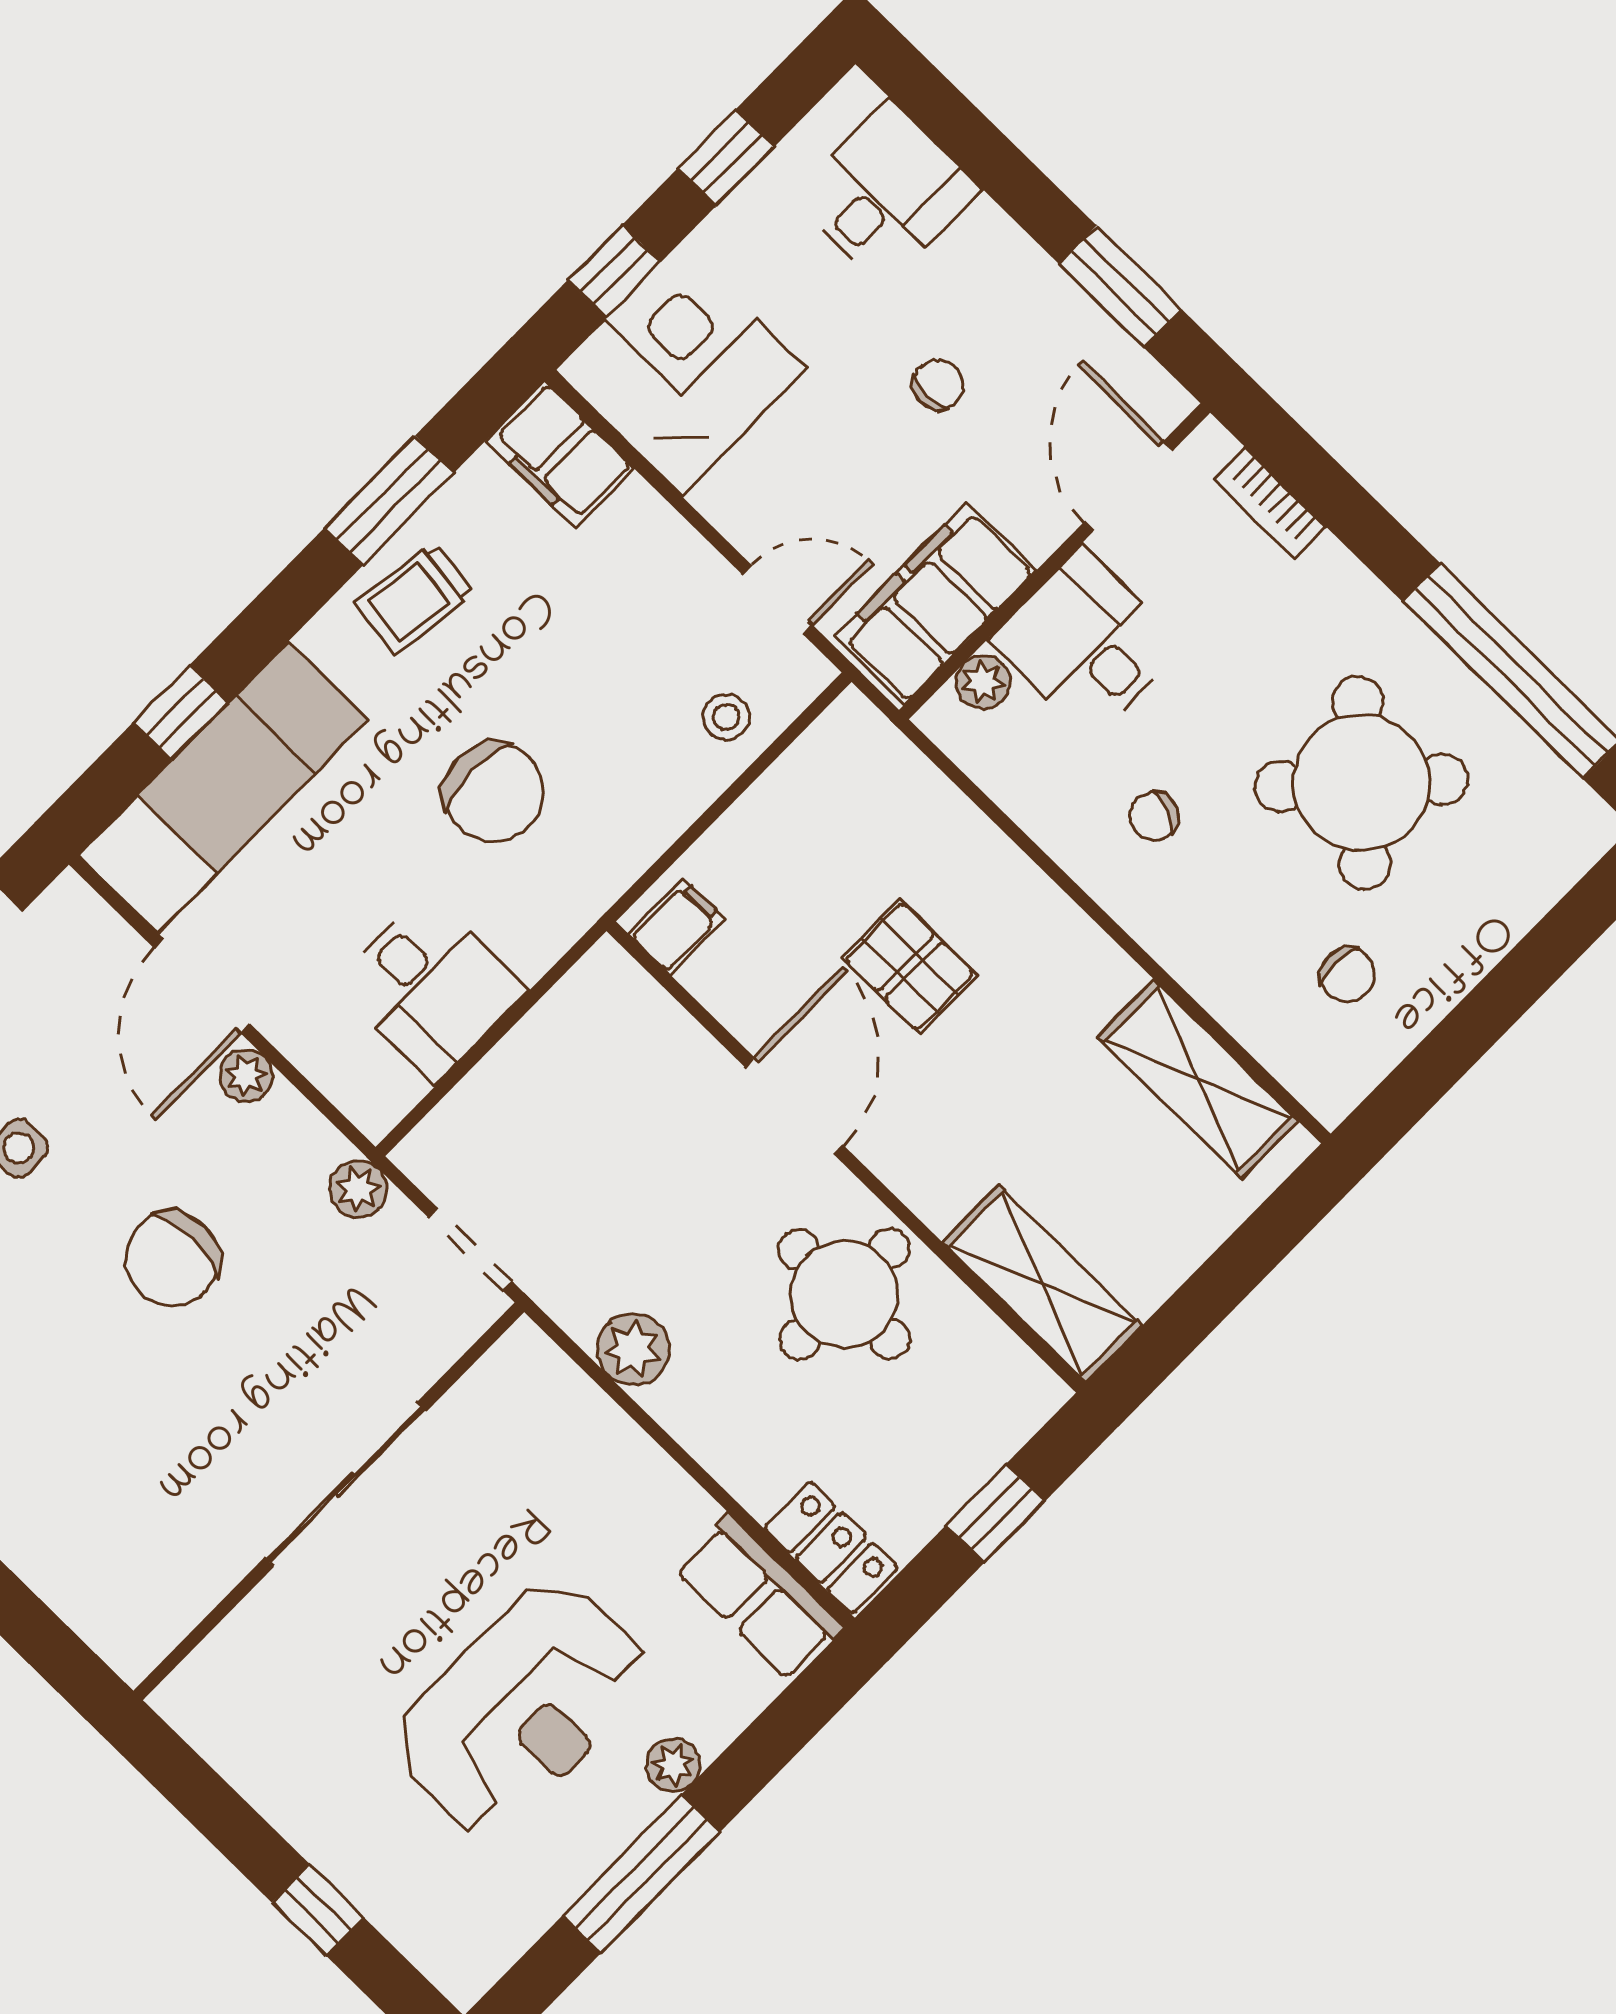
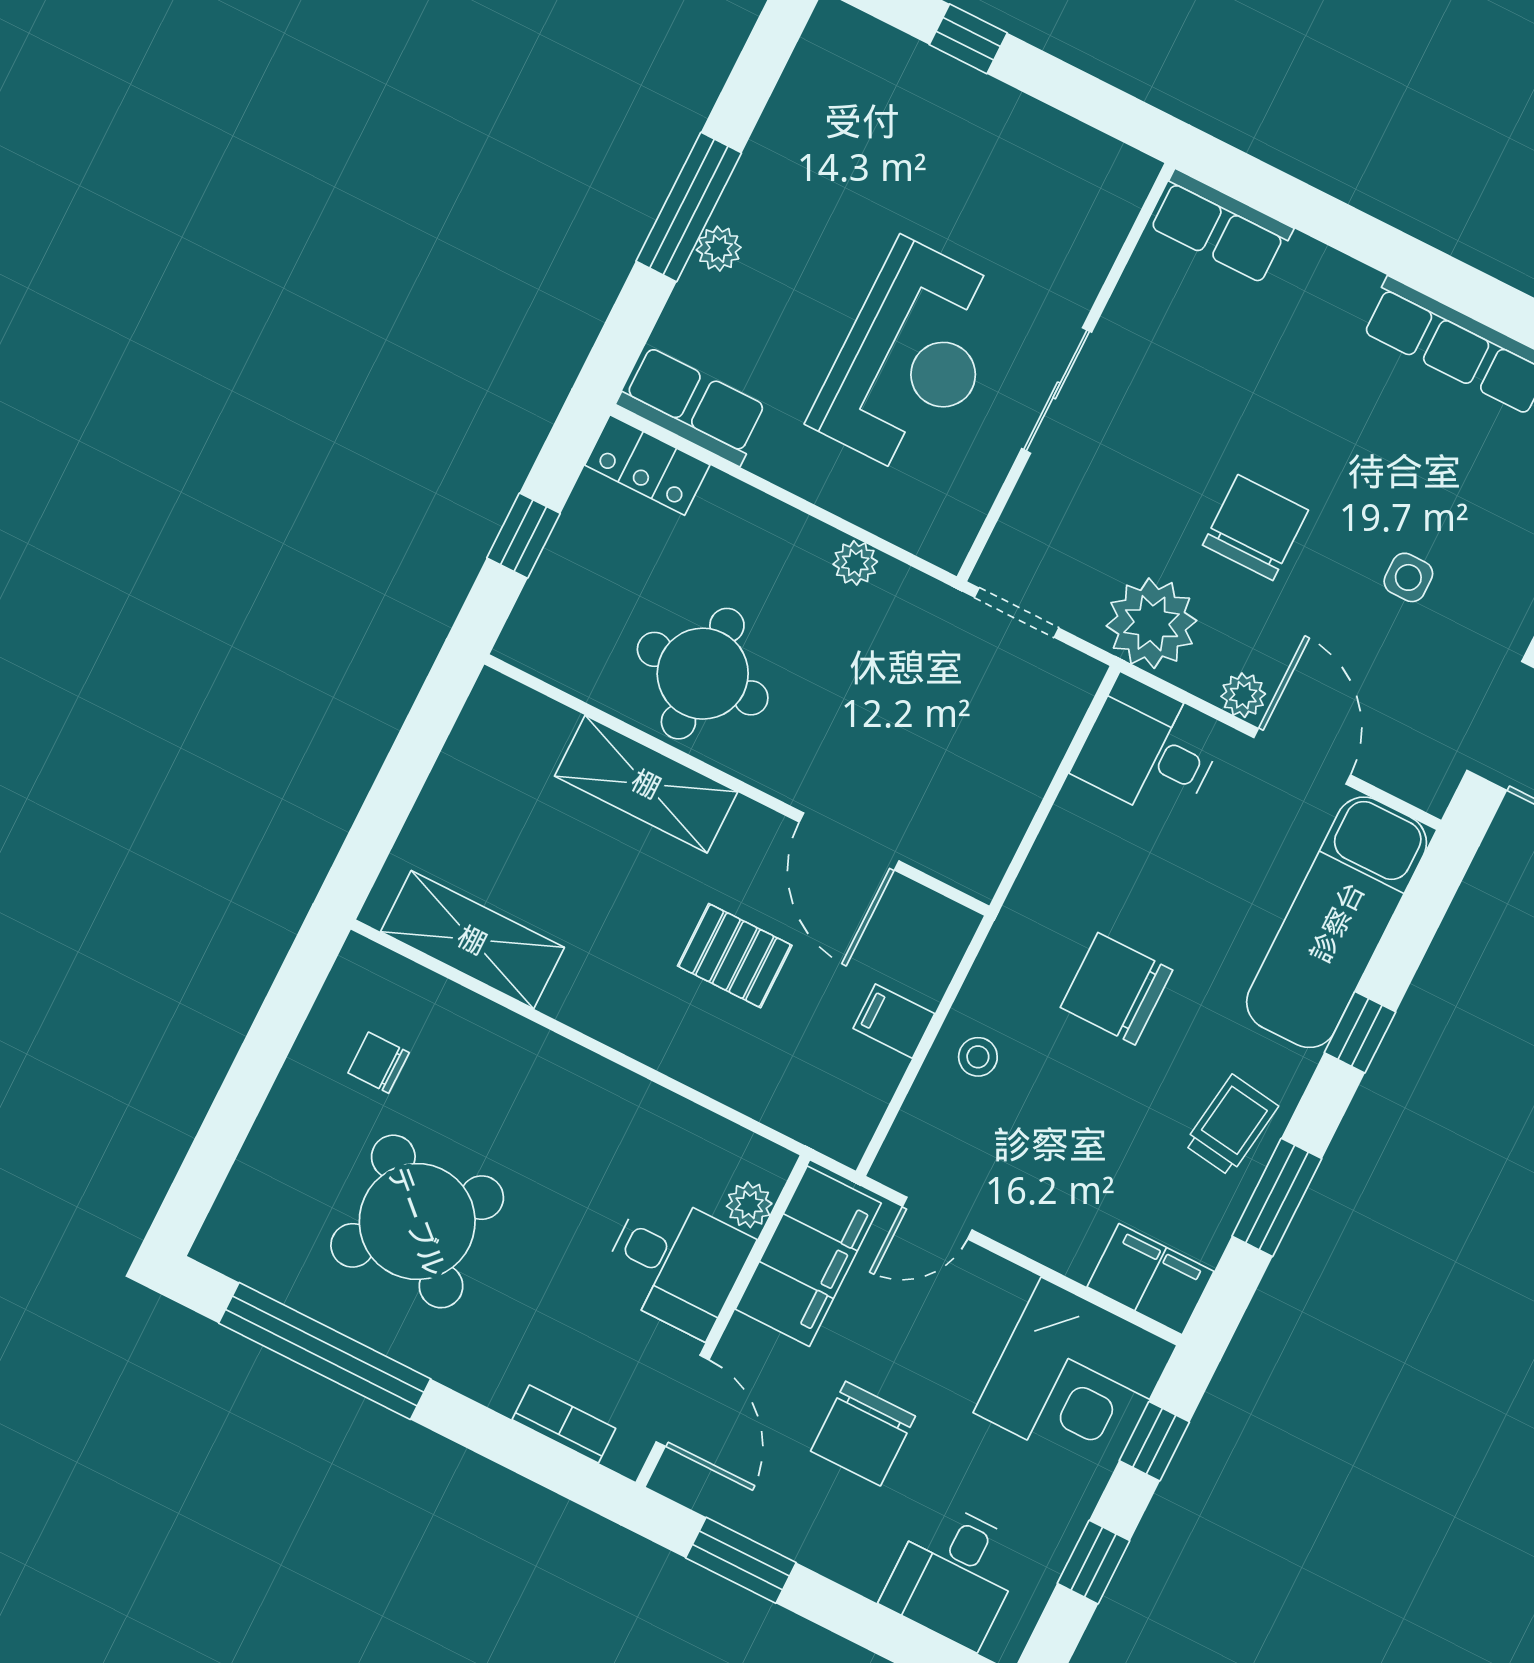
chair: (938, 385) -> (863, 1434), width x1.87, depth x1.87
window: (181, 712) -> (1360, 1032), moved
stool: (726, 717) -> (978, 1057), moved
chair: (1154, 817) -> (576, 1140), removed
filing cabinet: (677, 926) -> (894, 1021), moved, turned 90
desk: (431, 987) -> (1149, 750), moved
door: (794, 1106) -> (849, 841), moved
plant: (358, 1189) -> (1152, 623), width x1.87, depth x1.87
shelving: (1042, 1284) -> (646, 784), moved
plant: (633, 1349) -> (855, 563), width x0.73, depth x0.73
sliding door: (346, 1484) -> (1057, 390), width x0.73
row of seats: (103, 1609) -> (1220, 227), added
reception desk: (522, 1708) -> (912, 359), moved, turned 180
window: (641, 1874) -> (689, 207), moved

